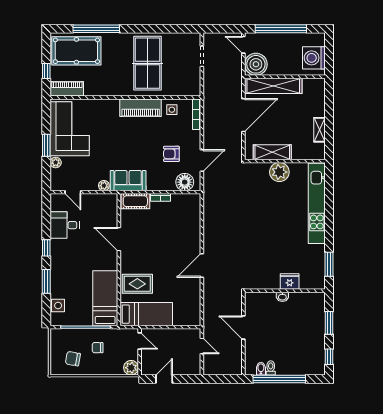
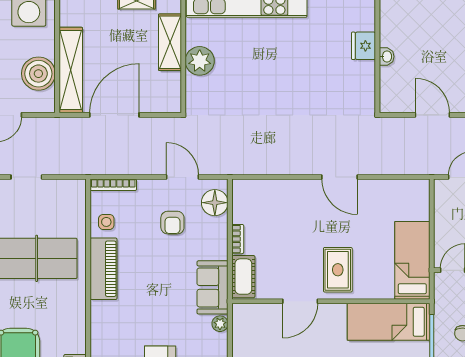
boiler: (256, 64) -> (38, 74), moved
door: (243, 115) -> (114, 115), hinge flipped
shelving: (272, 152) -> (170, 42), moved
rug: (137, 284) -> (338, 270), moved
door: (243, 327) -> (432, 115), swing flipped

